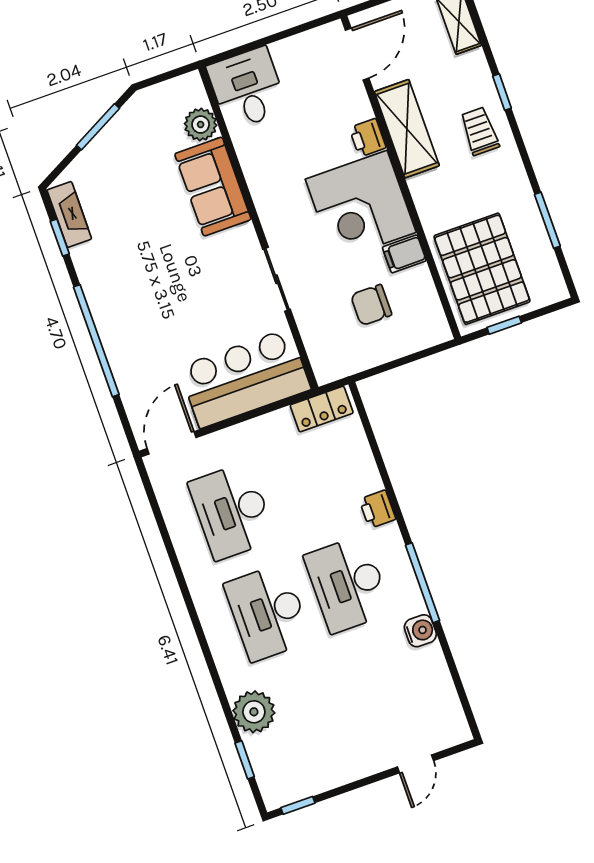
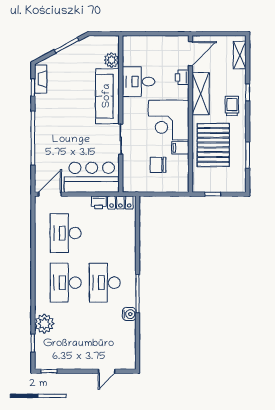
desk: (247, 88) -> (139, 82), moved, turned -90
printer: (368, 138) -> (182, 77), moved
sofa: (213, 187) -> (107, 96), width x1.36
pallet: (482, 269) -> (213, 145), moved
printer: (377, 509) -> (99, 202), moved, turned -90

